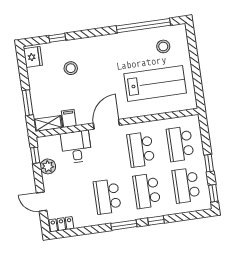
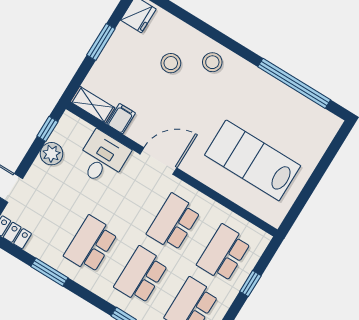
window: (57, 38) -> (184, 16), removed
stool: (163, 46) -> (212, 62), moved
lab bench: (155, 83) -> (253, 160), turned 180
window: (28, 103) -> (101, 42), moved
window: (209, 163) -> (250, 284), moved
window: (124, 225) -> (49, 272), moved

